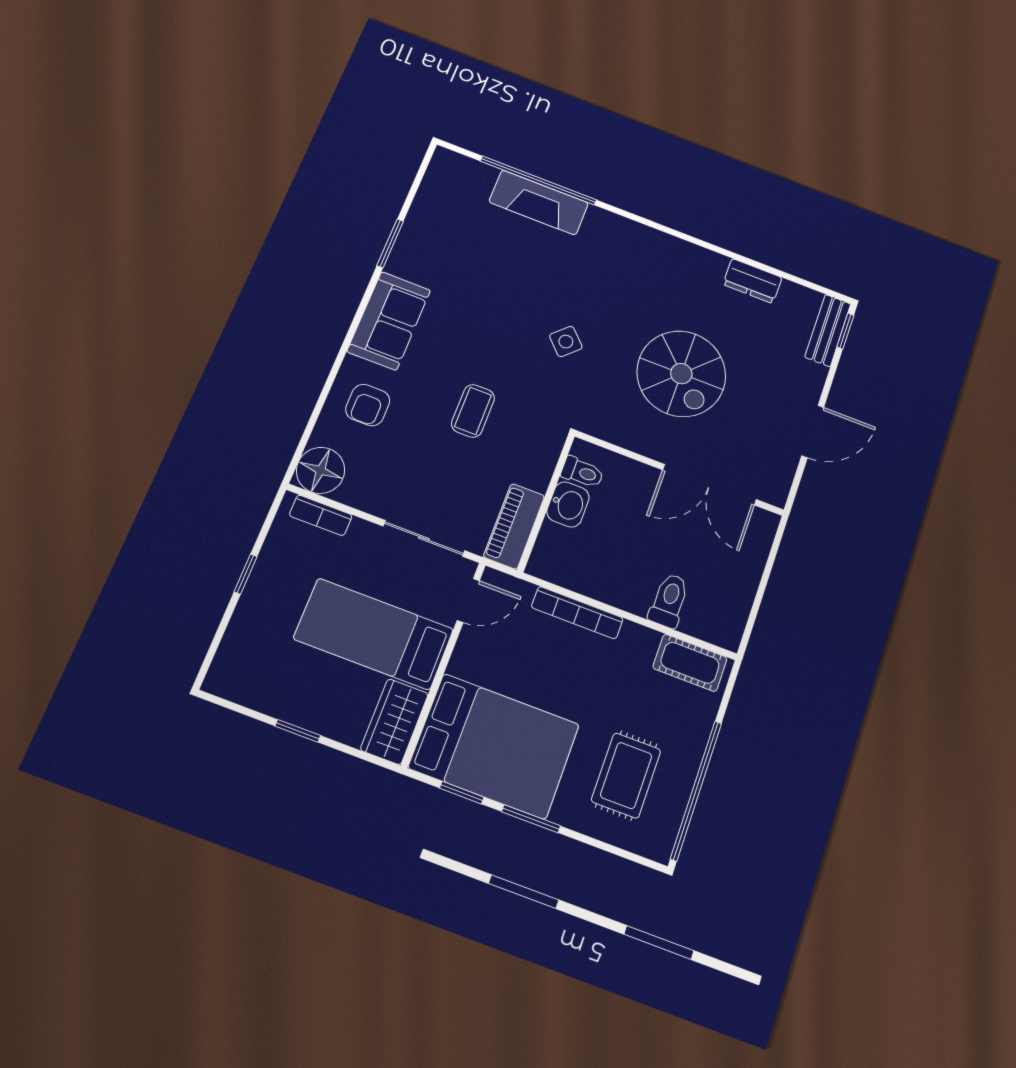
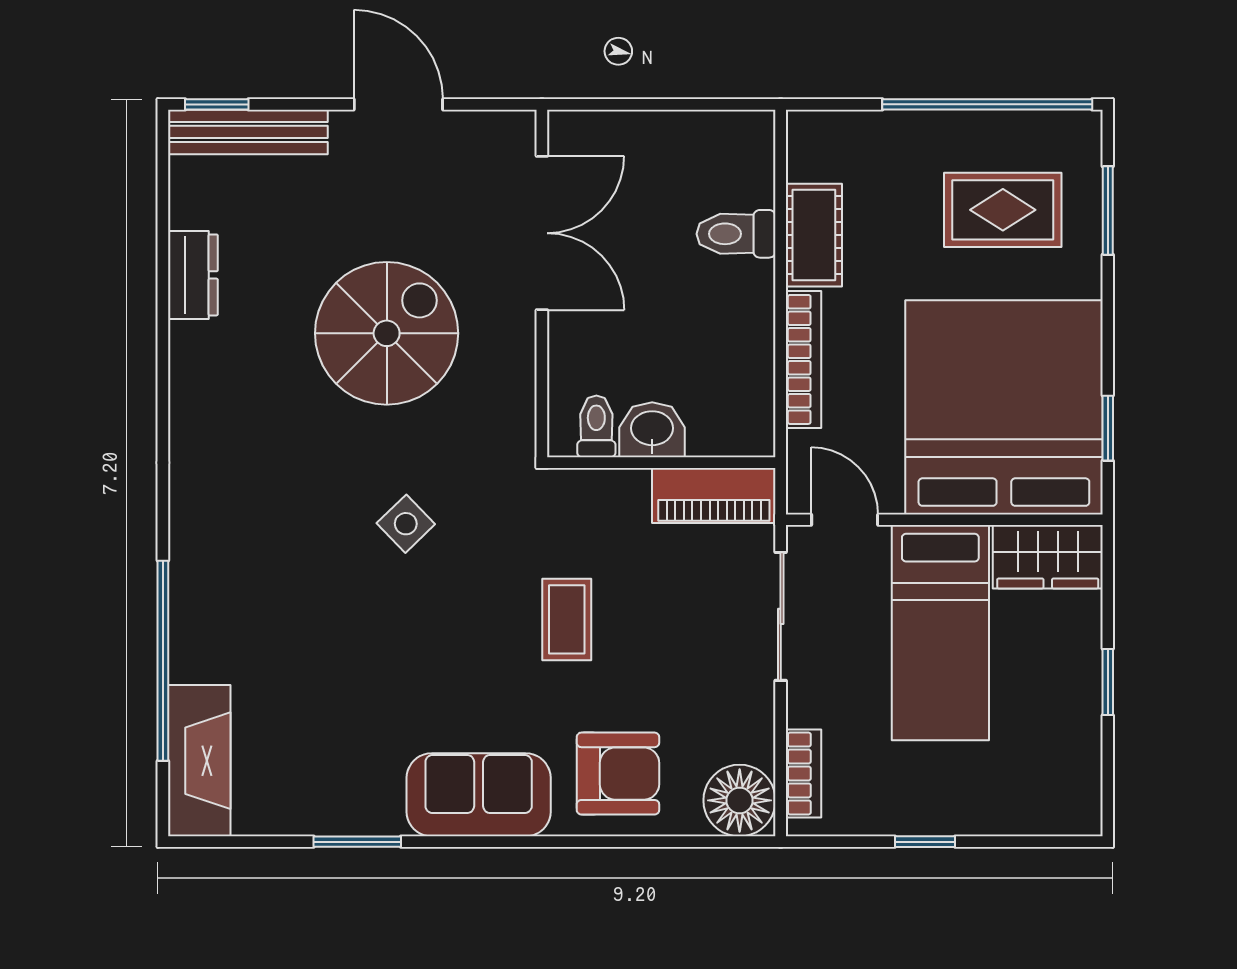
fireplace: (539, 203) -> (199, 761), moved
bench: (828, 330) -> (248, 132), width x1.36
armchair: (368, 405) -> (618, 774), width x1.38, depth x1.38
coffee table: (473, 411) -> (567, 619), turned 90
cot: (690, 663) -> (814, 235), moved
bed: (494, 746) -> (1004, 407), width x1.36
window: (531, 819) -> (1108, 211), moved

